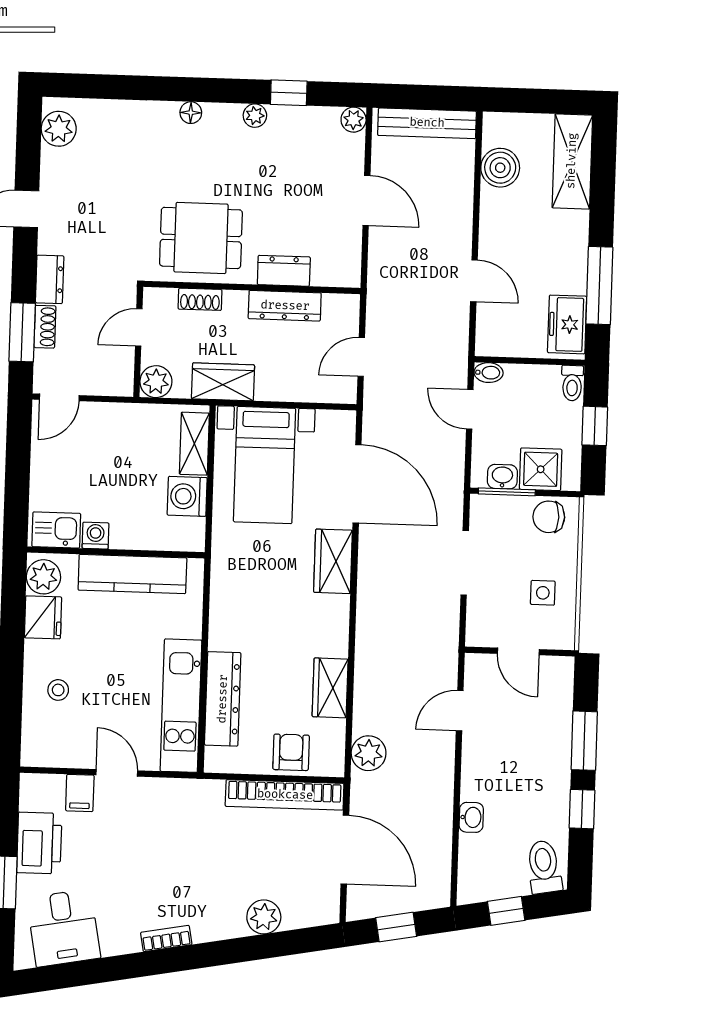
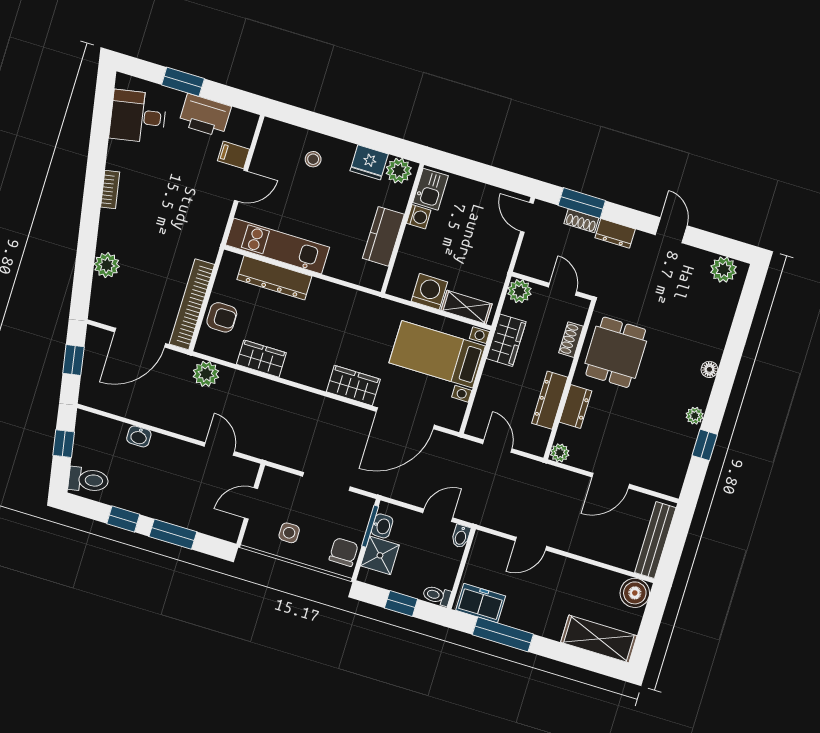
plant: (354, 120) -> (560, 453), moved
boiler: (500, 168) -> (635, 593), moved
kitchen counter: (132, 574) -> (383, 236), width x0.67

